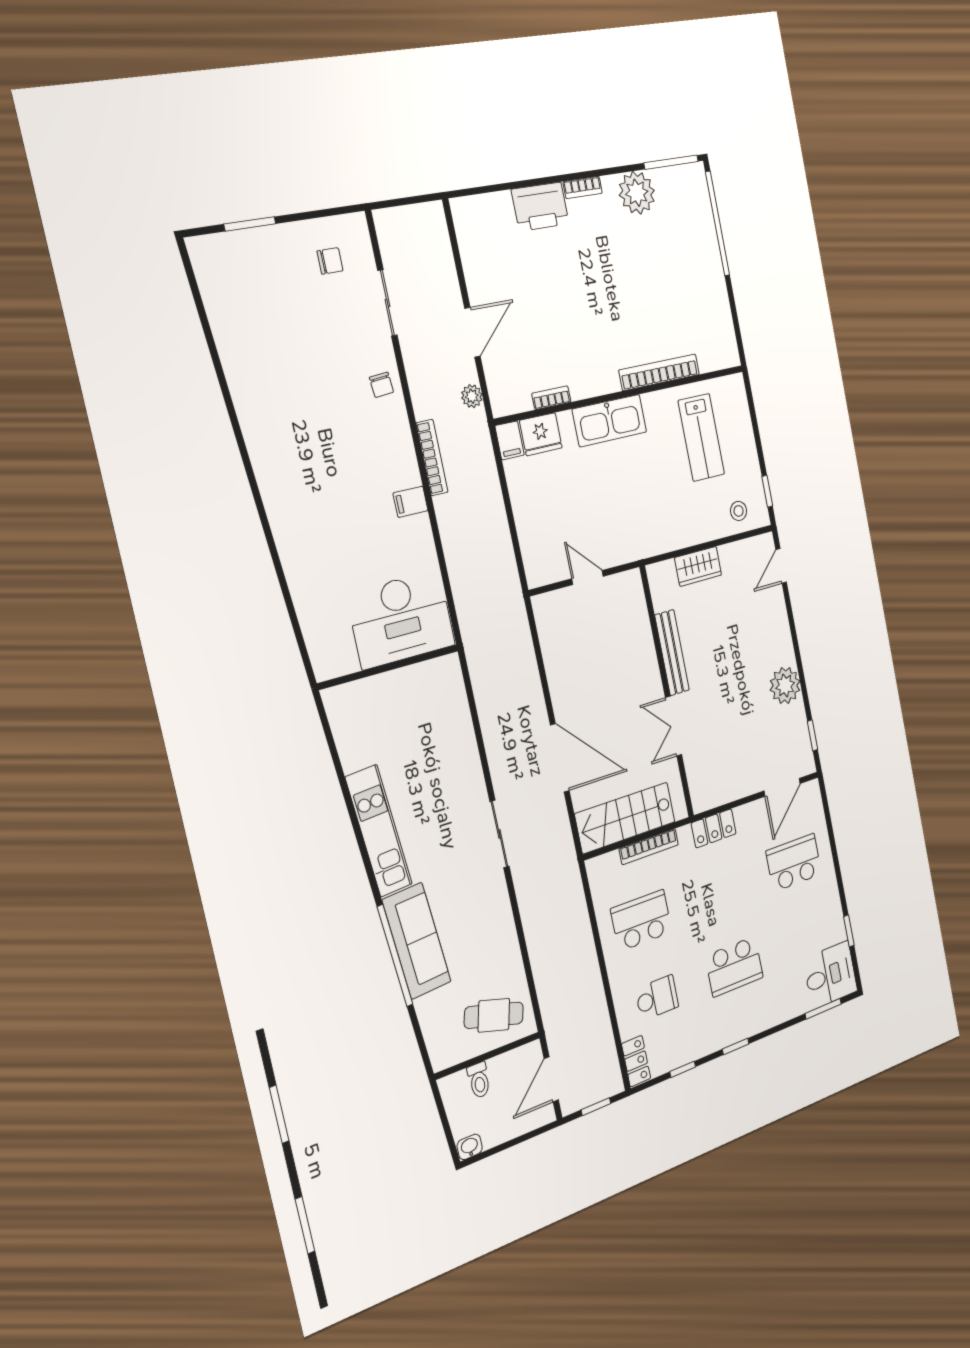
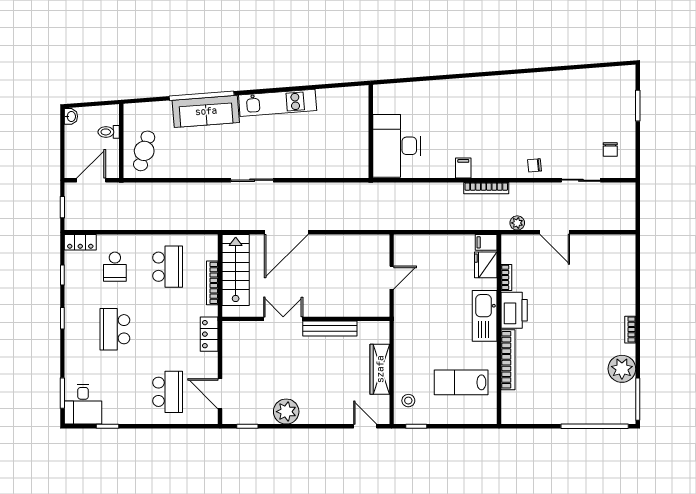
printer: (540, 207) -> (514, 310), moved, turned 180
wardrobe: (698, 566) -> (380, 369), width x1.50
door: (551, 1079) -> (91, 180), hinge flipped

